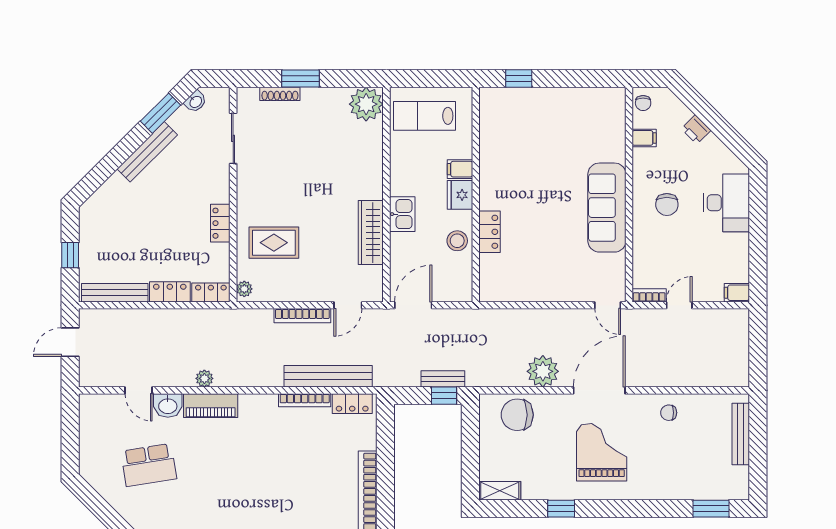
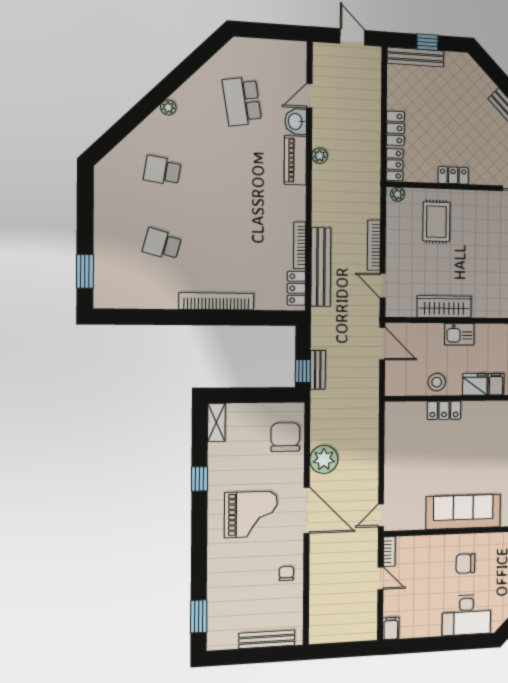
bench: (115, 293) -> (416, 57), moved, turned 90

